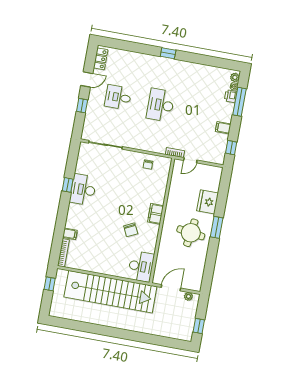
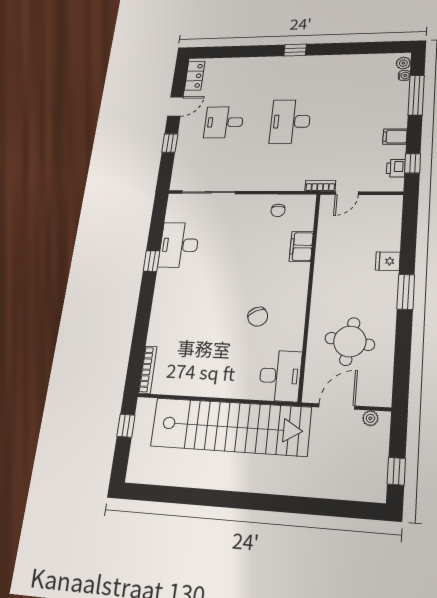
printer: (231, 96) -> (396, 168), moved
desk: (83, 190) -> (179, 245), moved
fridge: (208, 202) -> (388, 261), width x0.53, depth x0.75
filing cabinet: (156, 214) -> (301, 247), moved
round table: (191, 233) -> (350, 341), moved
filing cabinet: (70, 234) -> (157, 337), removed

